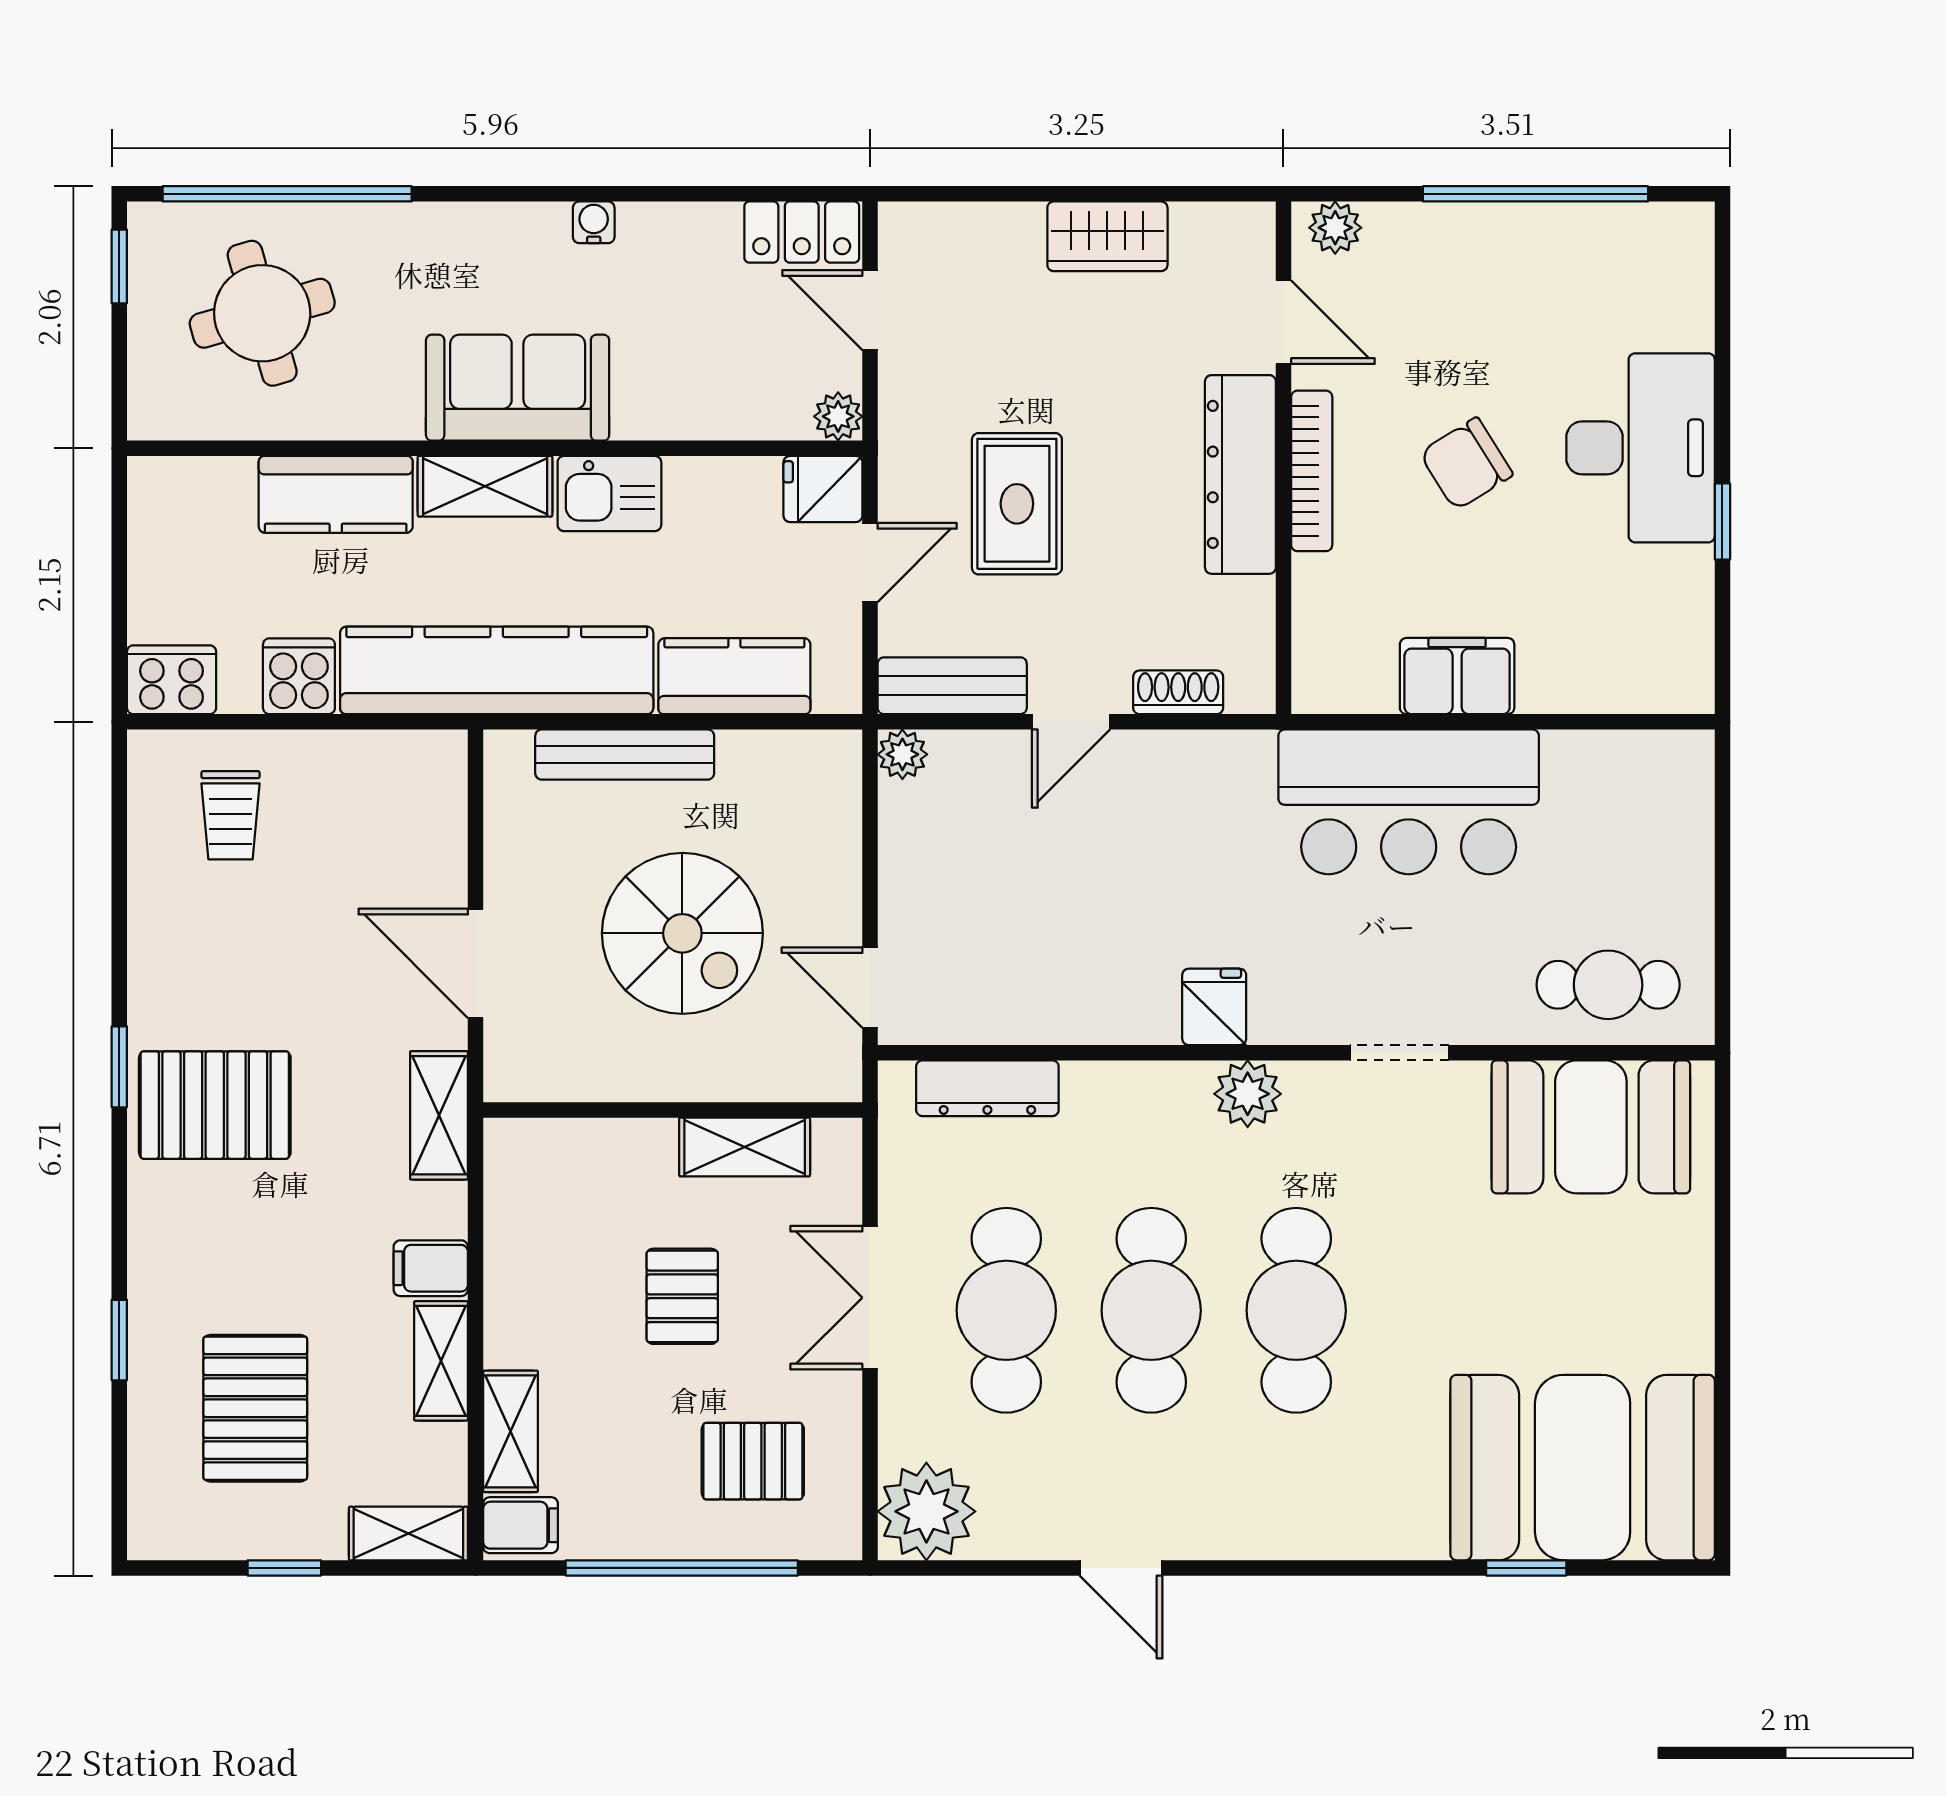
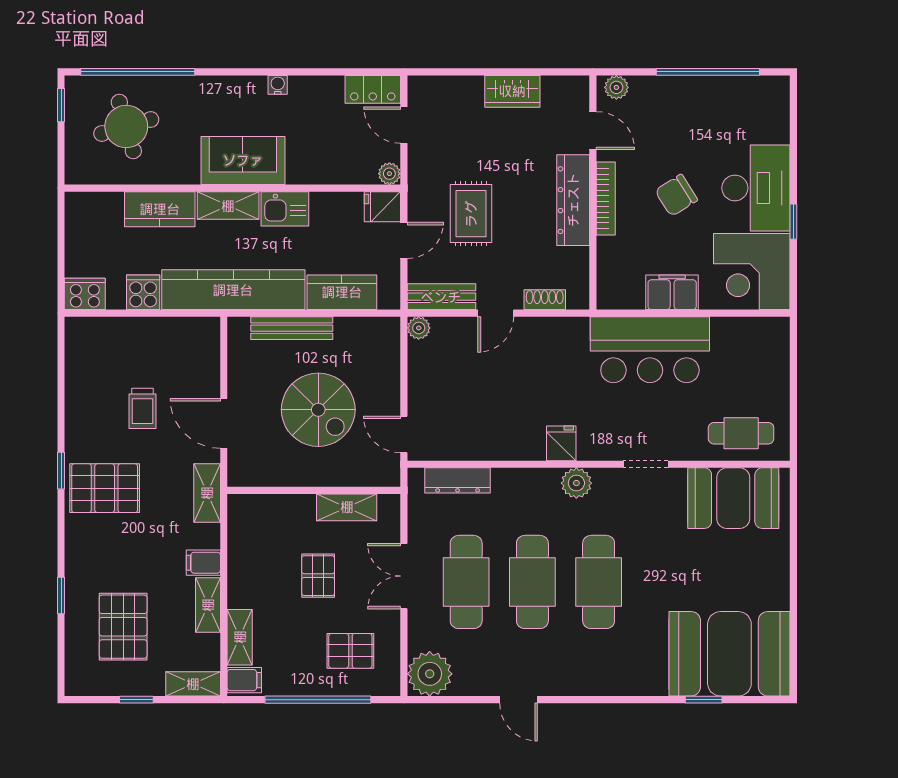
corner desk: (1631, 631) -> (752, 272), added
trolley: (231, 815) -> (143, 408), moved

